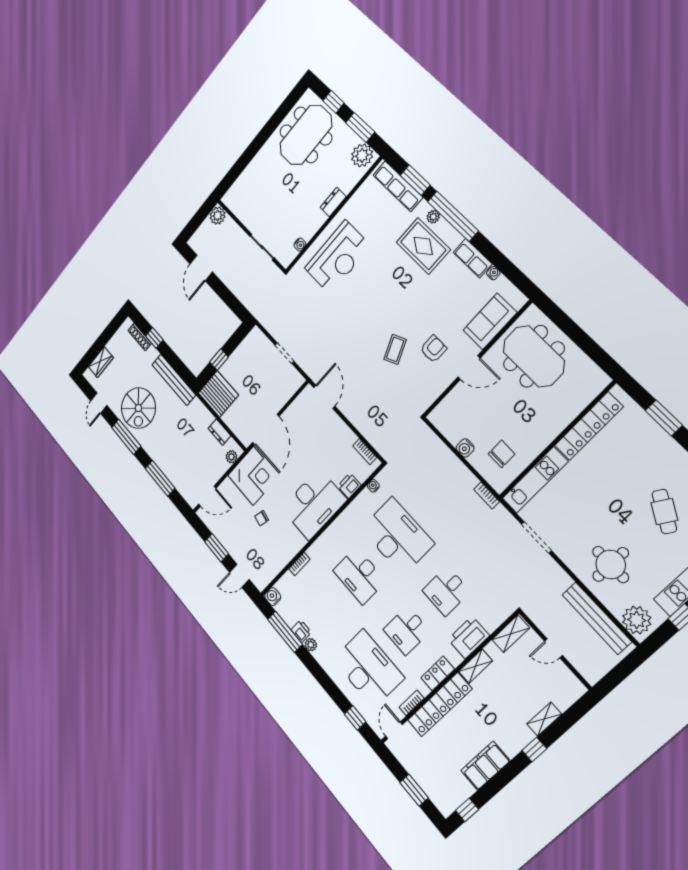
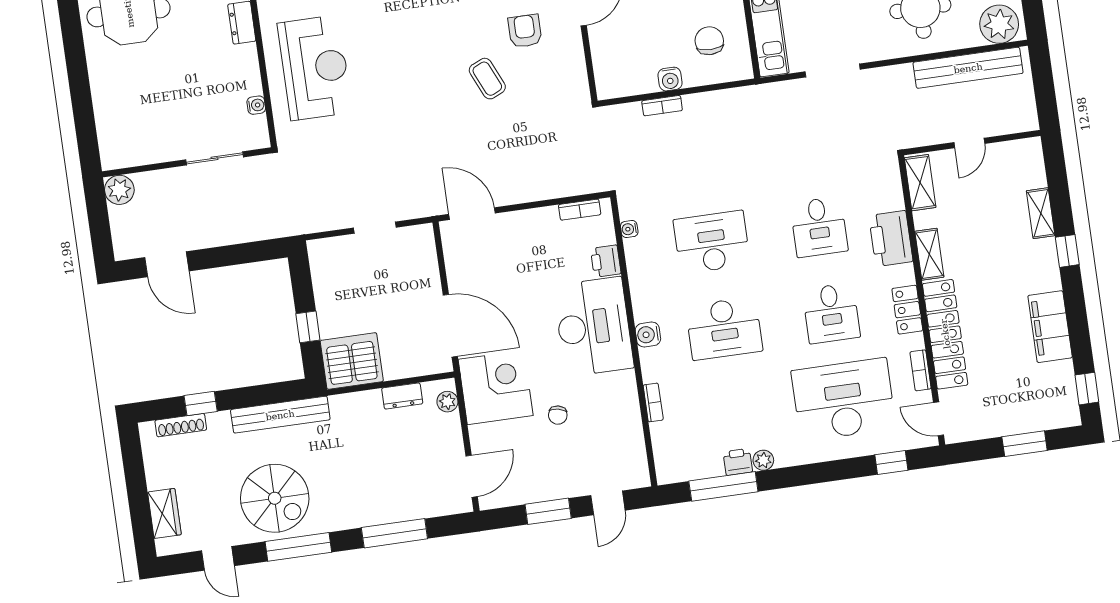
bookcase: (487, 495) -> (662, 106), moved
desk: (397, 536) -> (712, 242), width x0.73, depth x0.77
water cooler: (273, 597) -> (648, 334), moved

